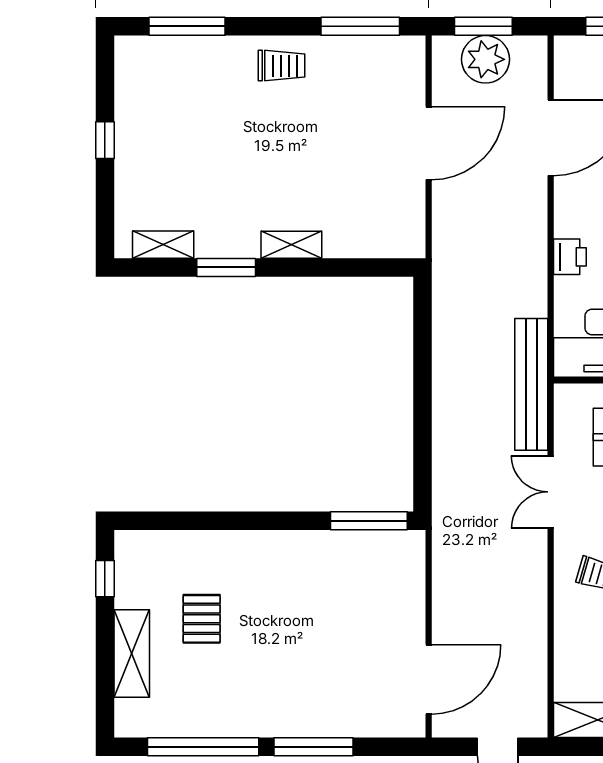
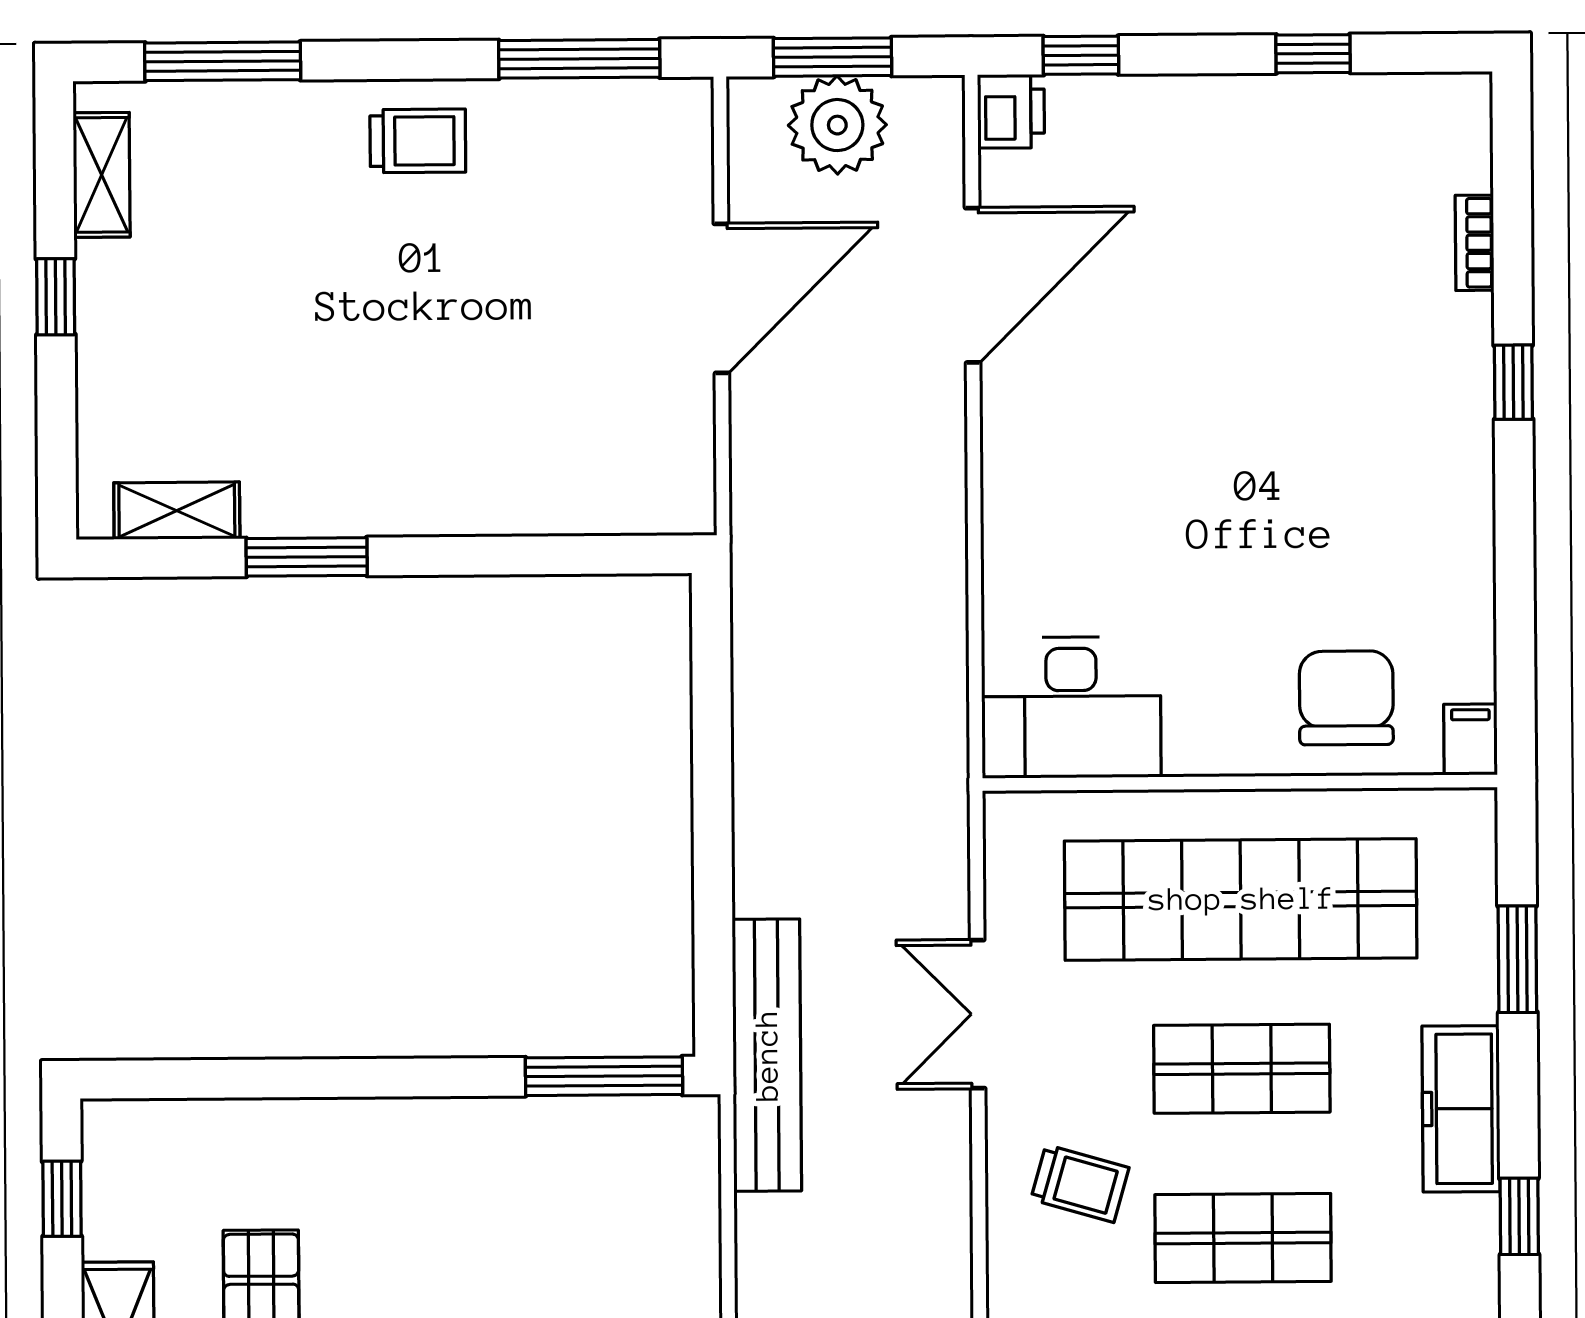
shelving: (291, 245) -> (102, 175), moved, turned 90
printer: (570, 257) -> (1011, 111), moved
bench: (531, 384) -> (767, 1055), moved

